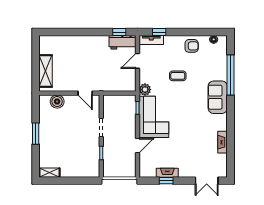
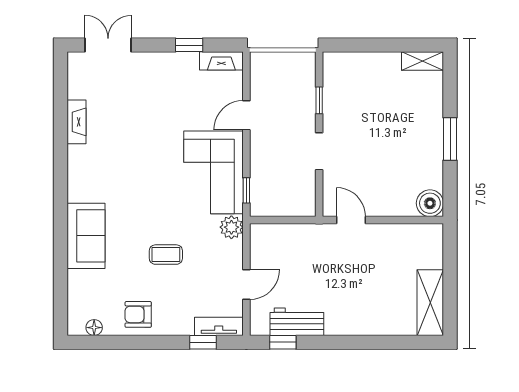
workbench: (122, 42) -> (297, 322), moved
shelving: (46, 71) -> (430, 303), moved
window: (230, 75) -> (60, 256), removed
sofa: (218, 97) -> (86, 236), moved
boiler: (57, 102) -> (430, 203), moved
fireplace: (167, 173) -> (221, 61), moved

